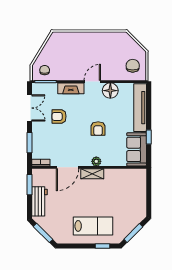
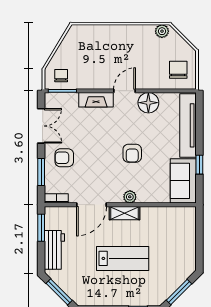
plant: (121, 37) -> (162, 31), added
armchair: (59, 116) -> (64, 158), moved
lab bench: (93, 226) -> (123, 258), moved

